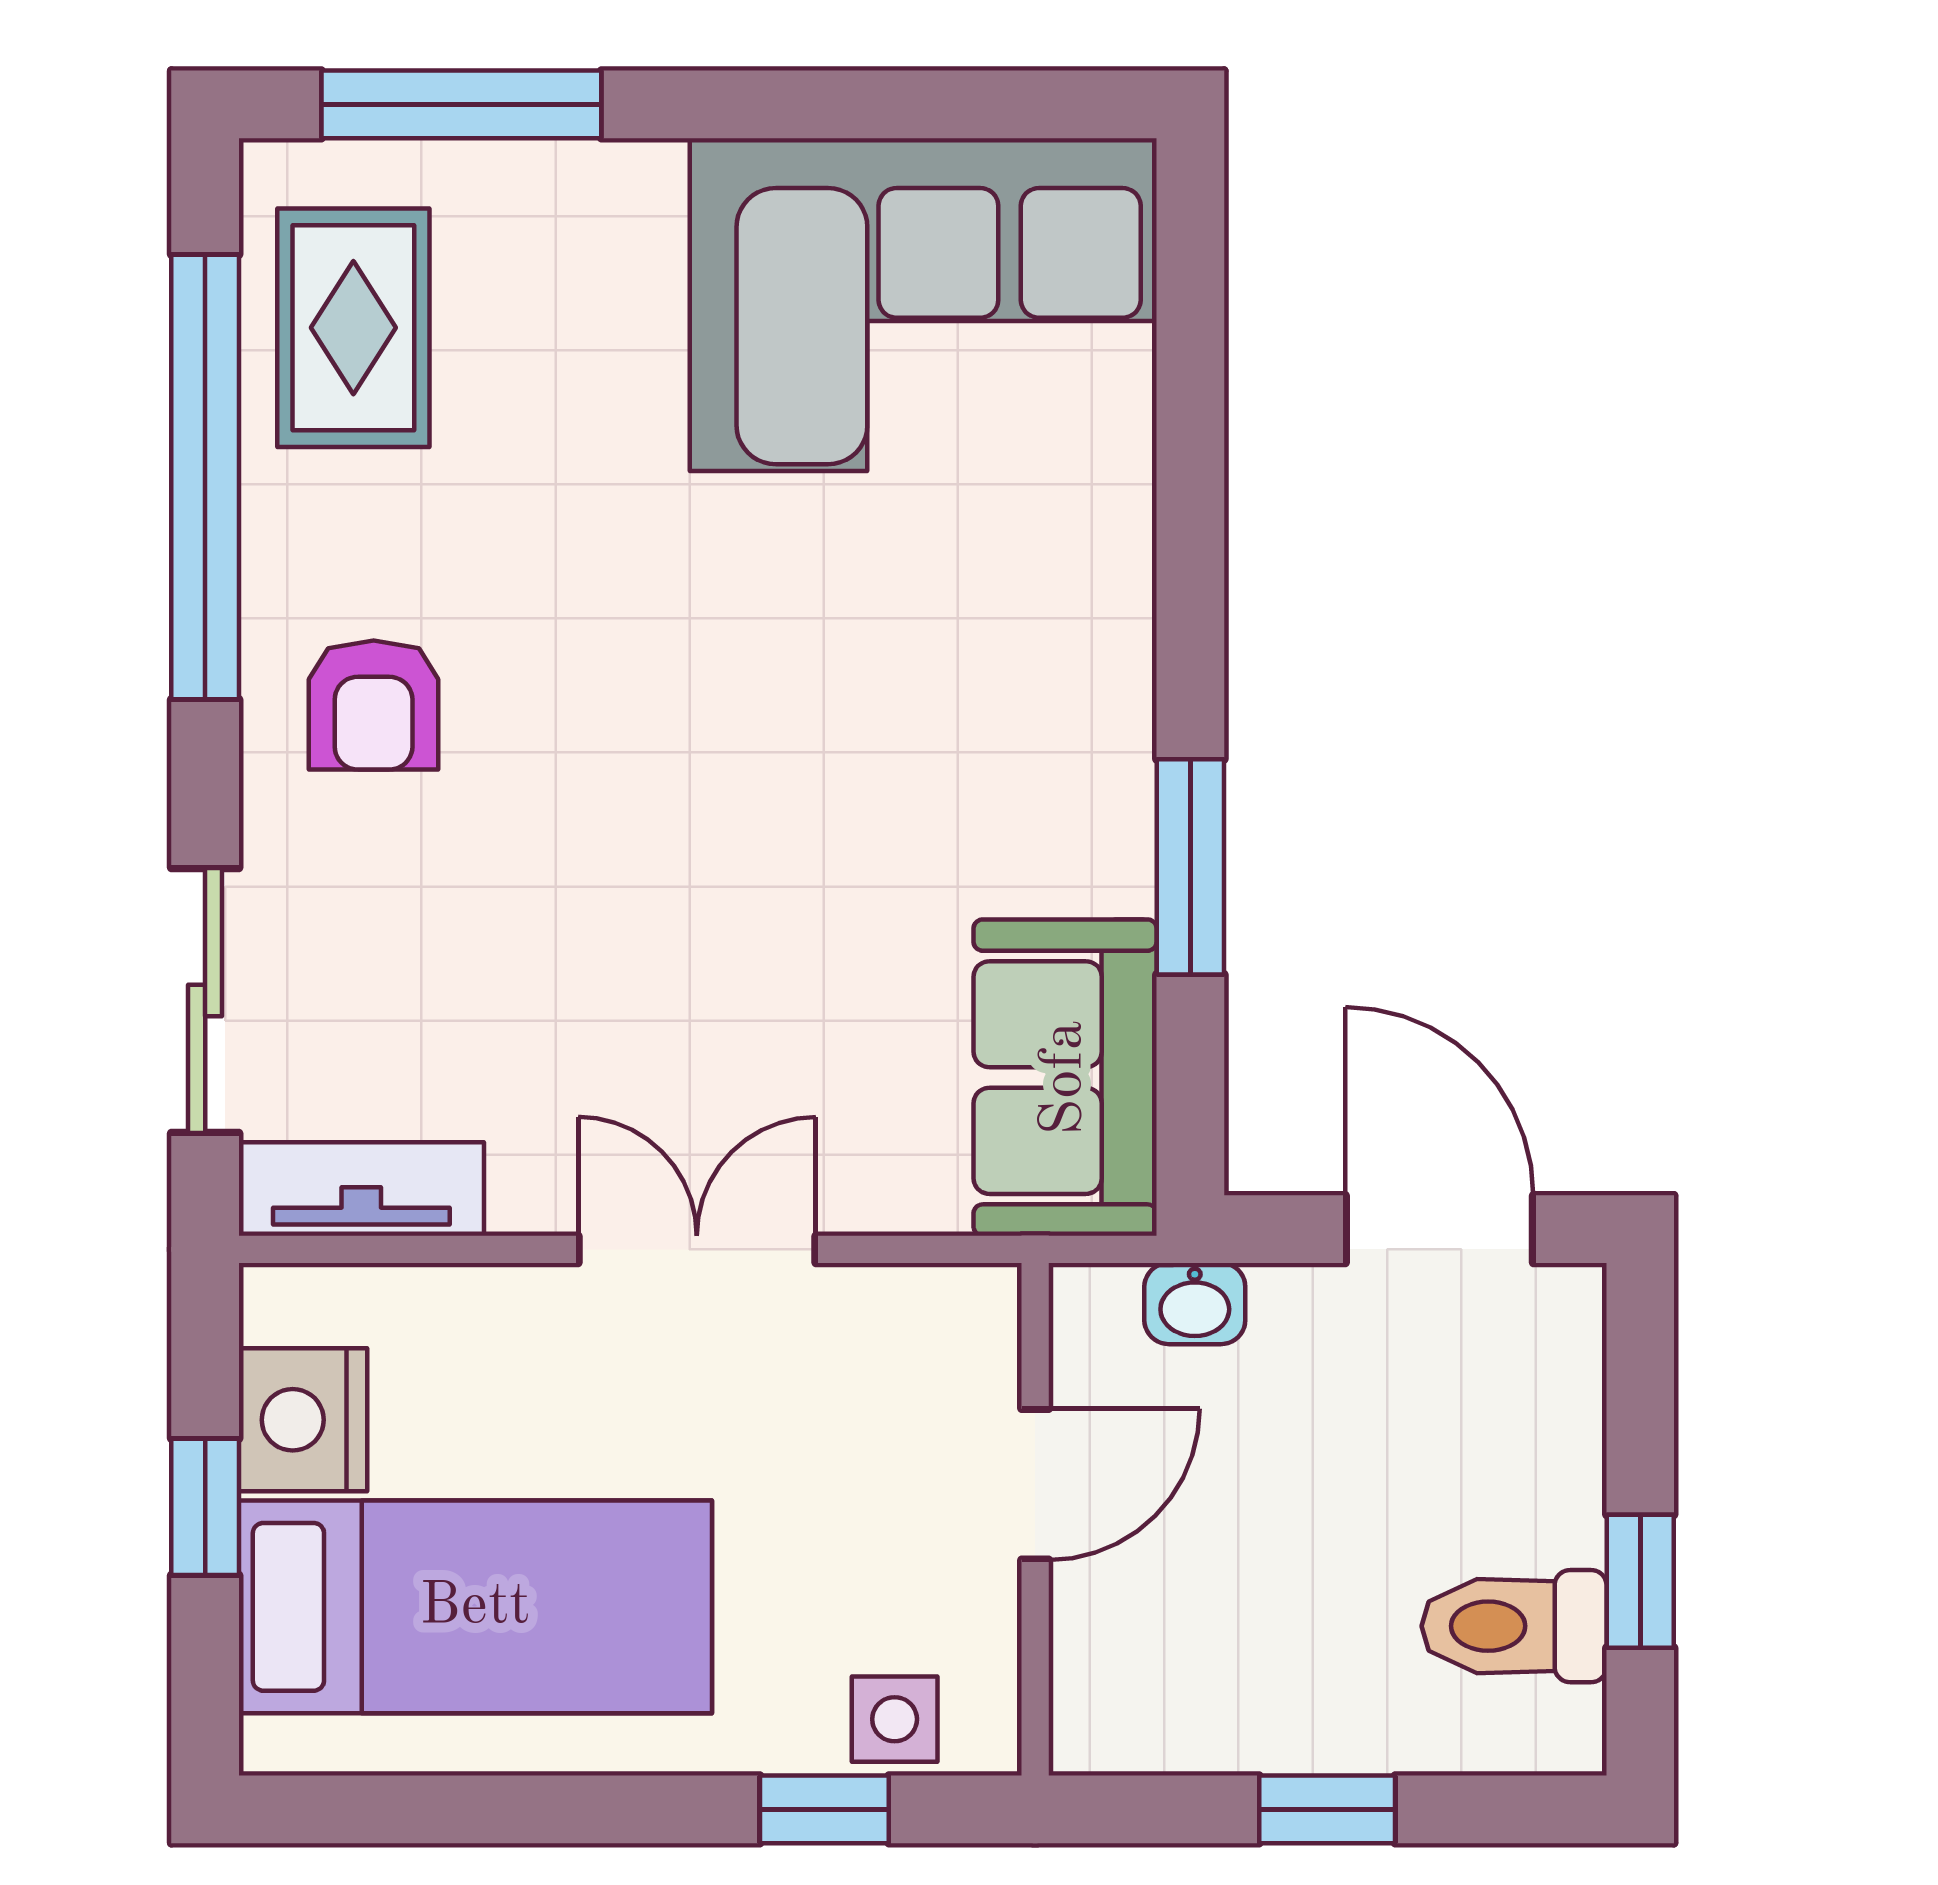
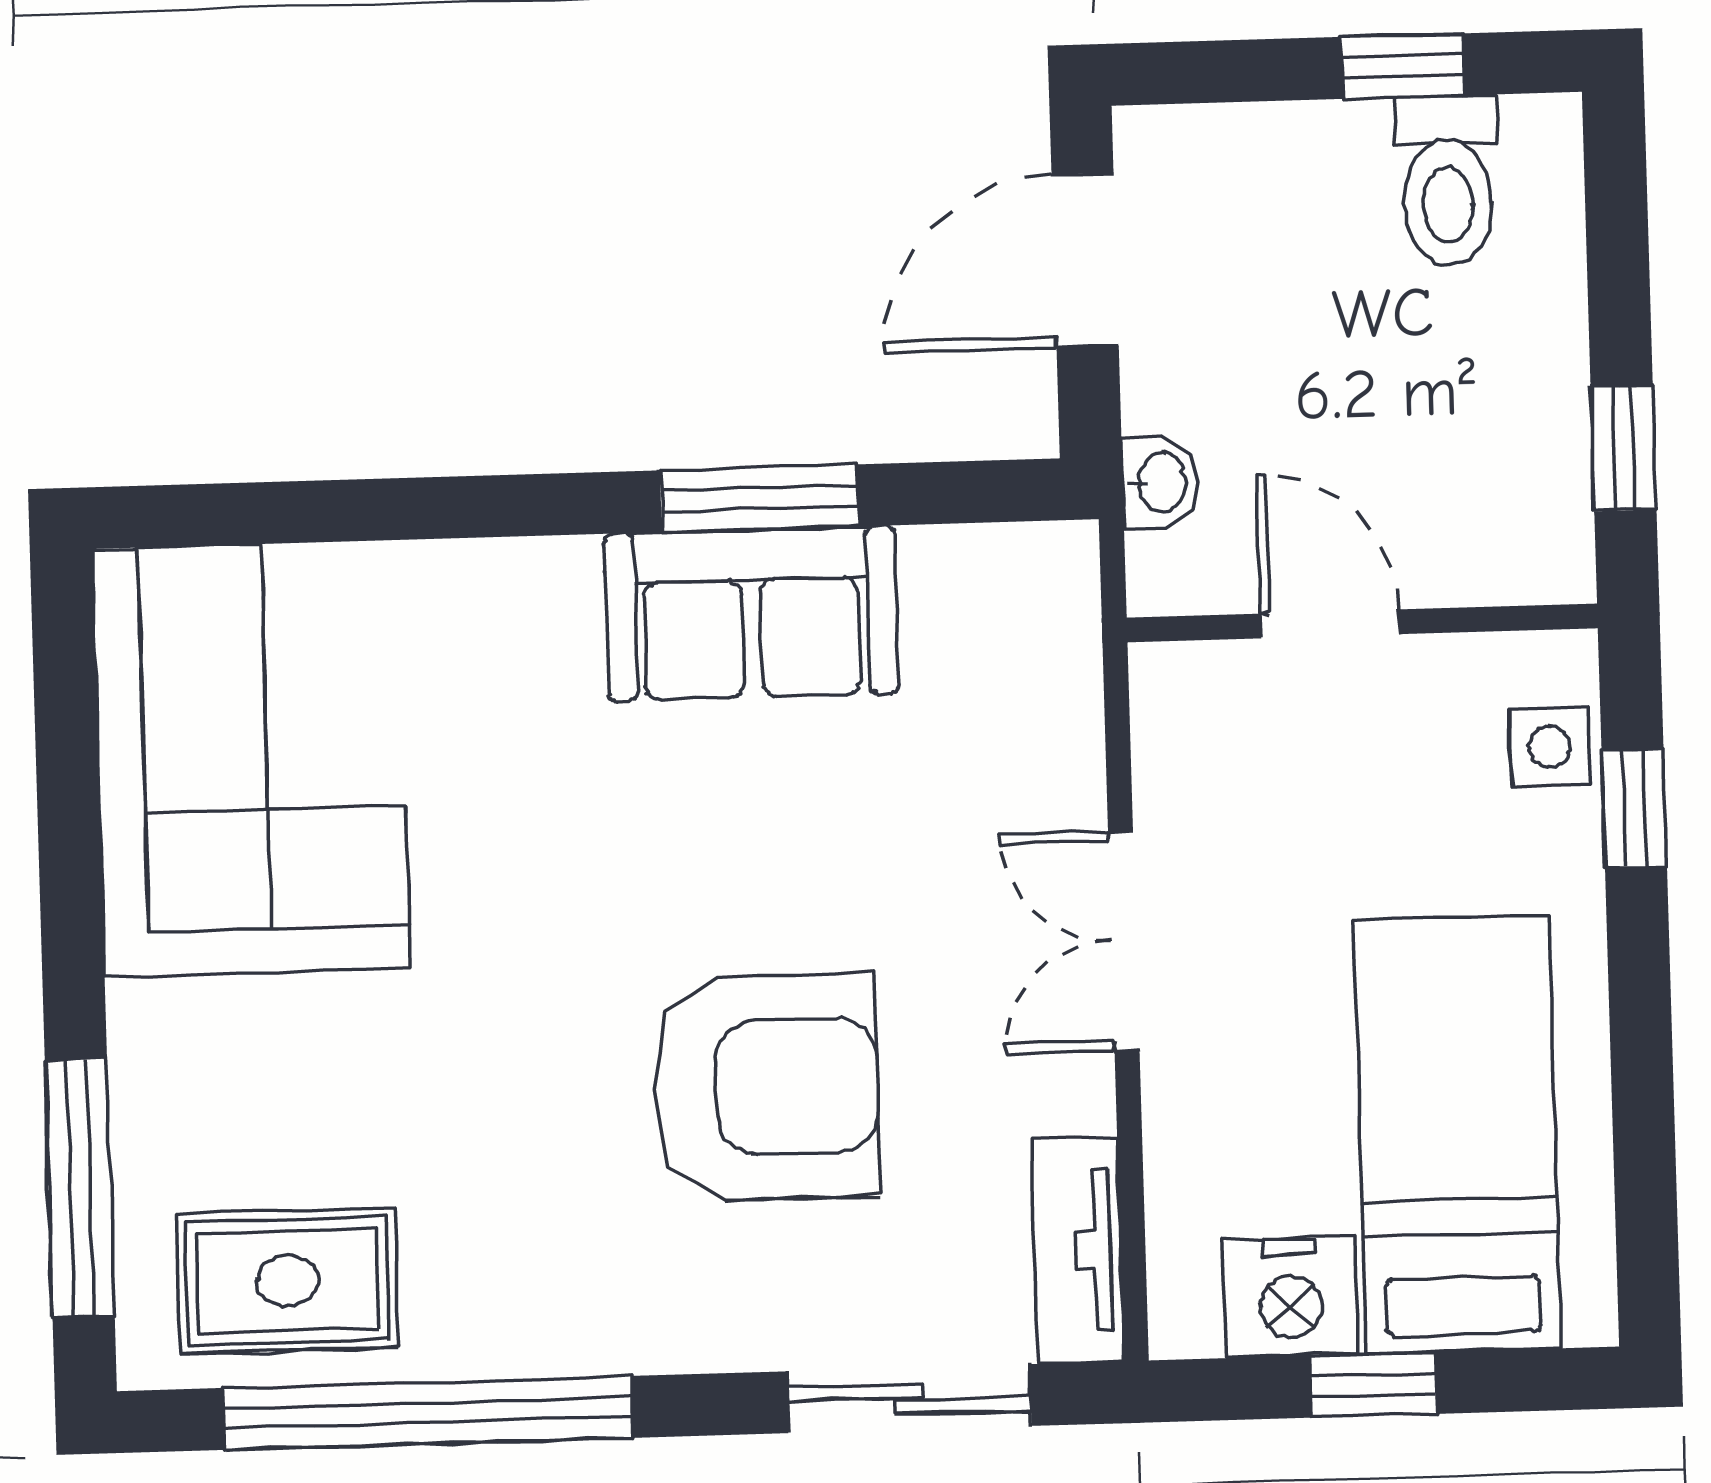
armchair: (374, 705) -> (766, 1087), moved, width x1.88, depth x1.88
sofa: (1065, 1078) -> (751, 614), moved
window: (1327, 1809) -> (1624, 448), moved

